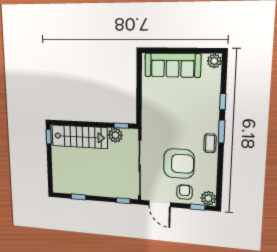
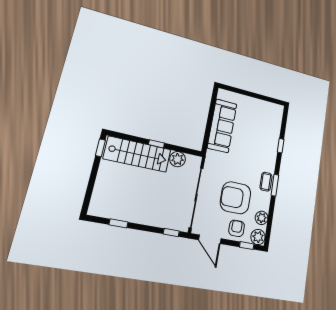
plant: (214, 61) -> (262, 218), moved
sofa: (173, 65) -> (222, 126), moved, turned -90
window: (121, 126) -> (156, 144), moved
window: (222, 132) -> (275, 185), moved
armchair: (179, 164) -> (236, 198), turned 180

